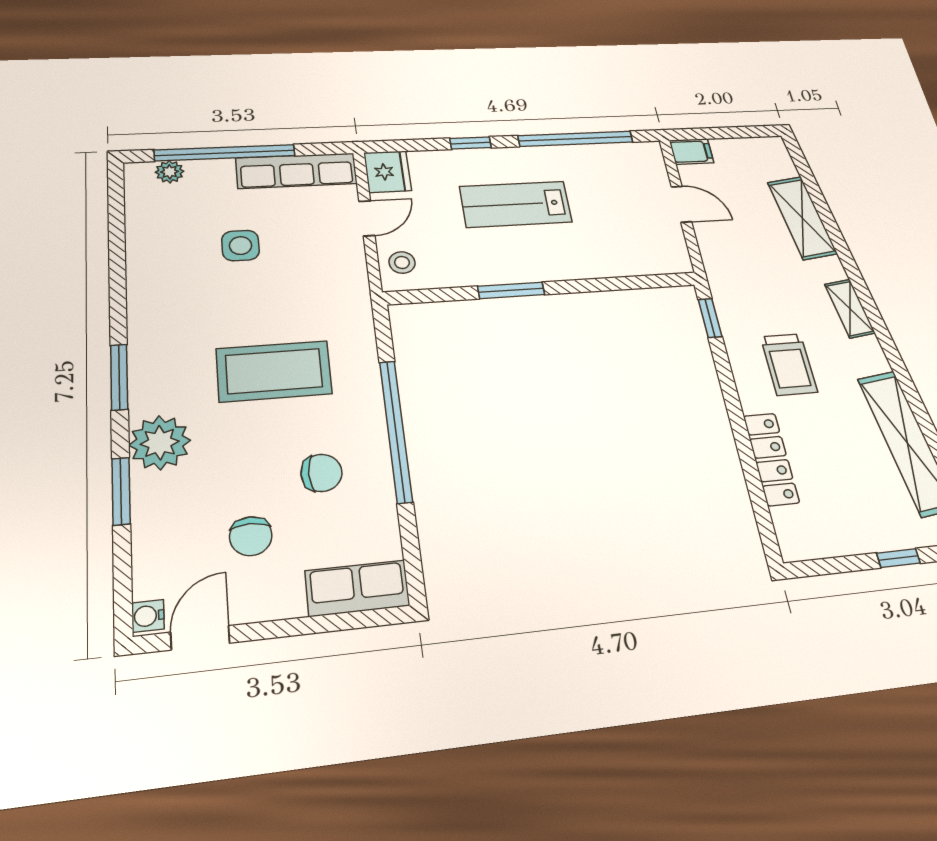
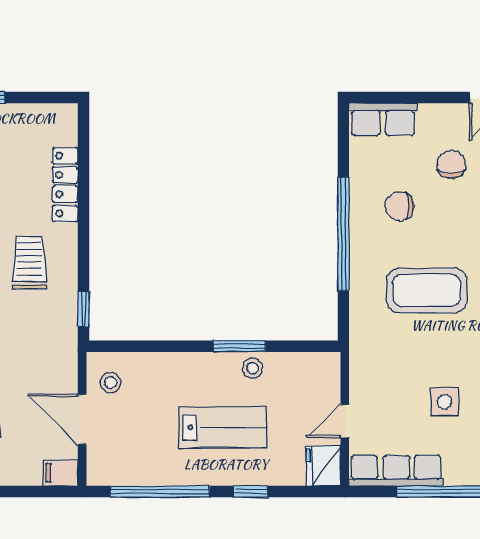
door: (681, 204) -> (82, 419), width x1.38
stool: (658, 243) -> (111, 383), added
stool: (402, 262) -> (252, 368), moved

